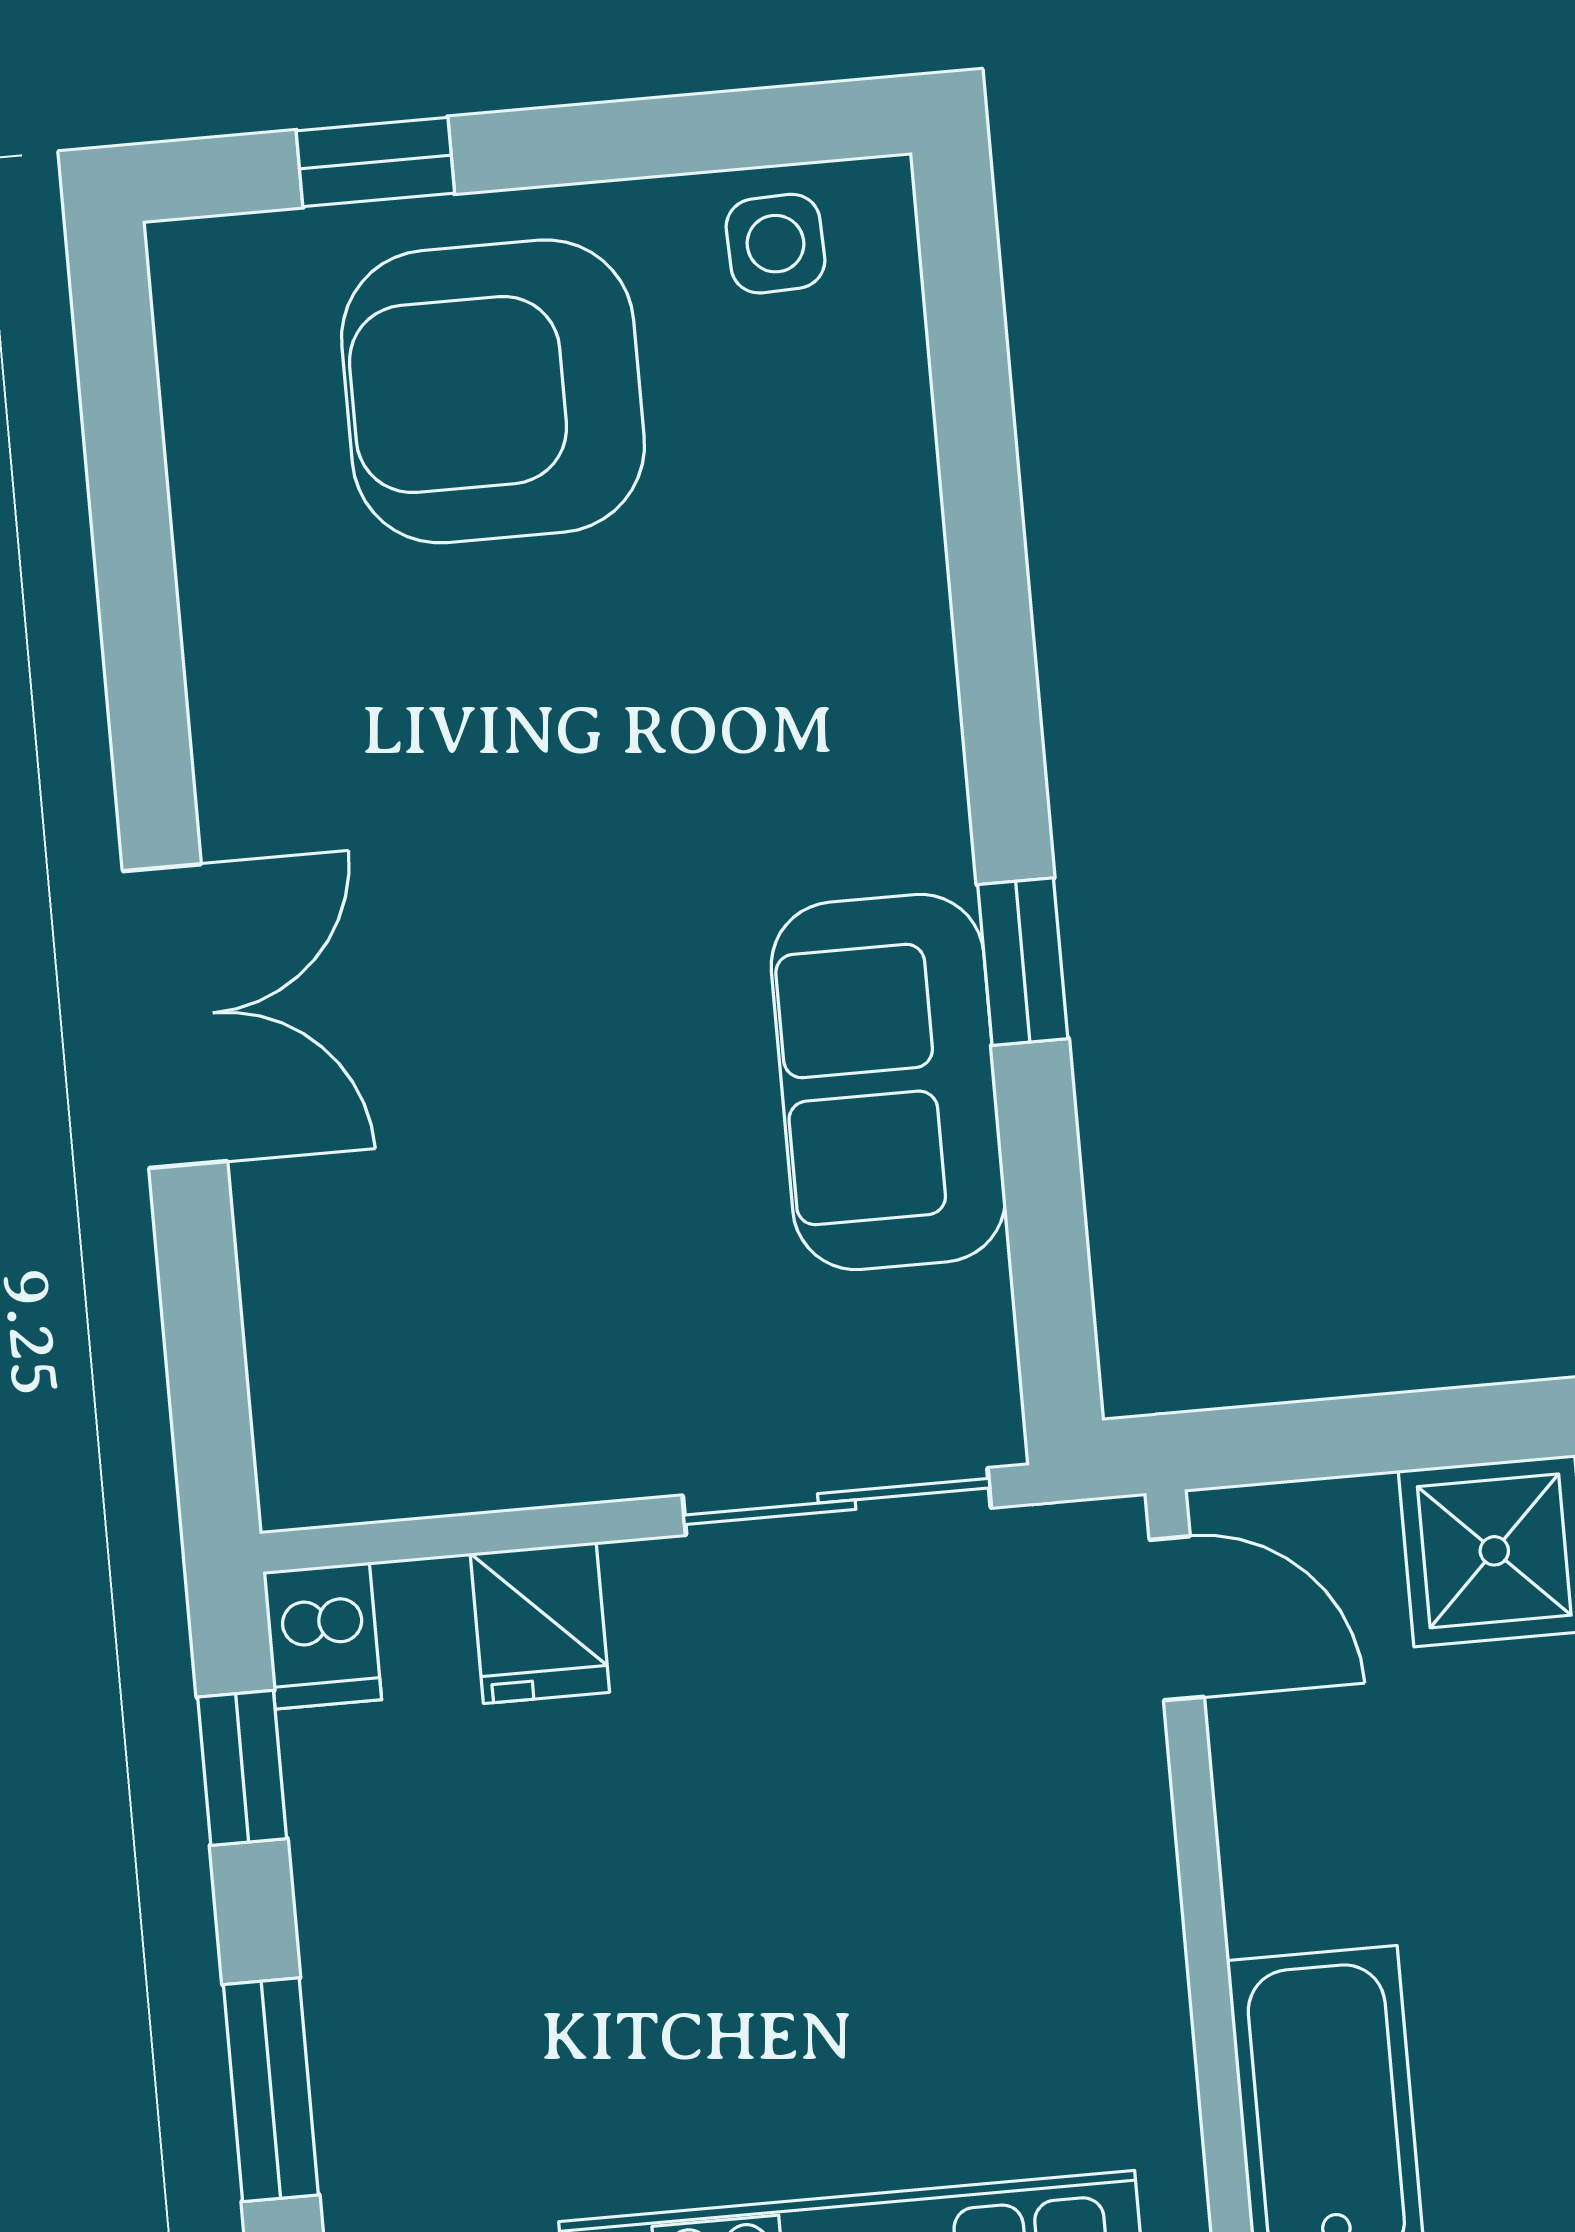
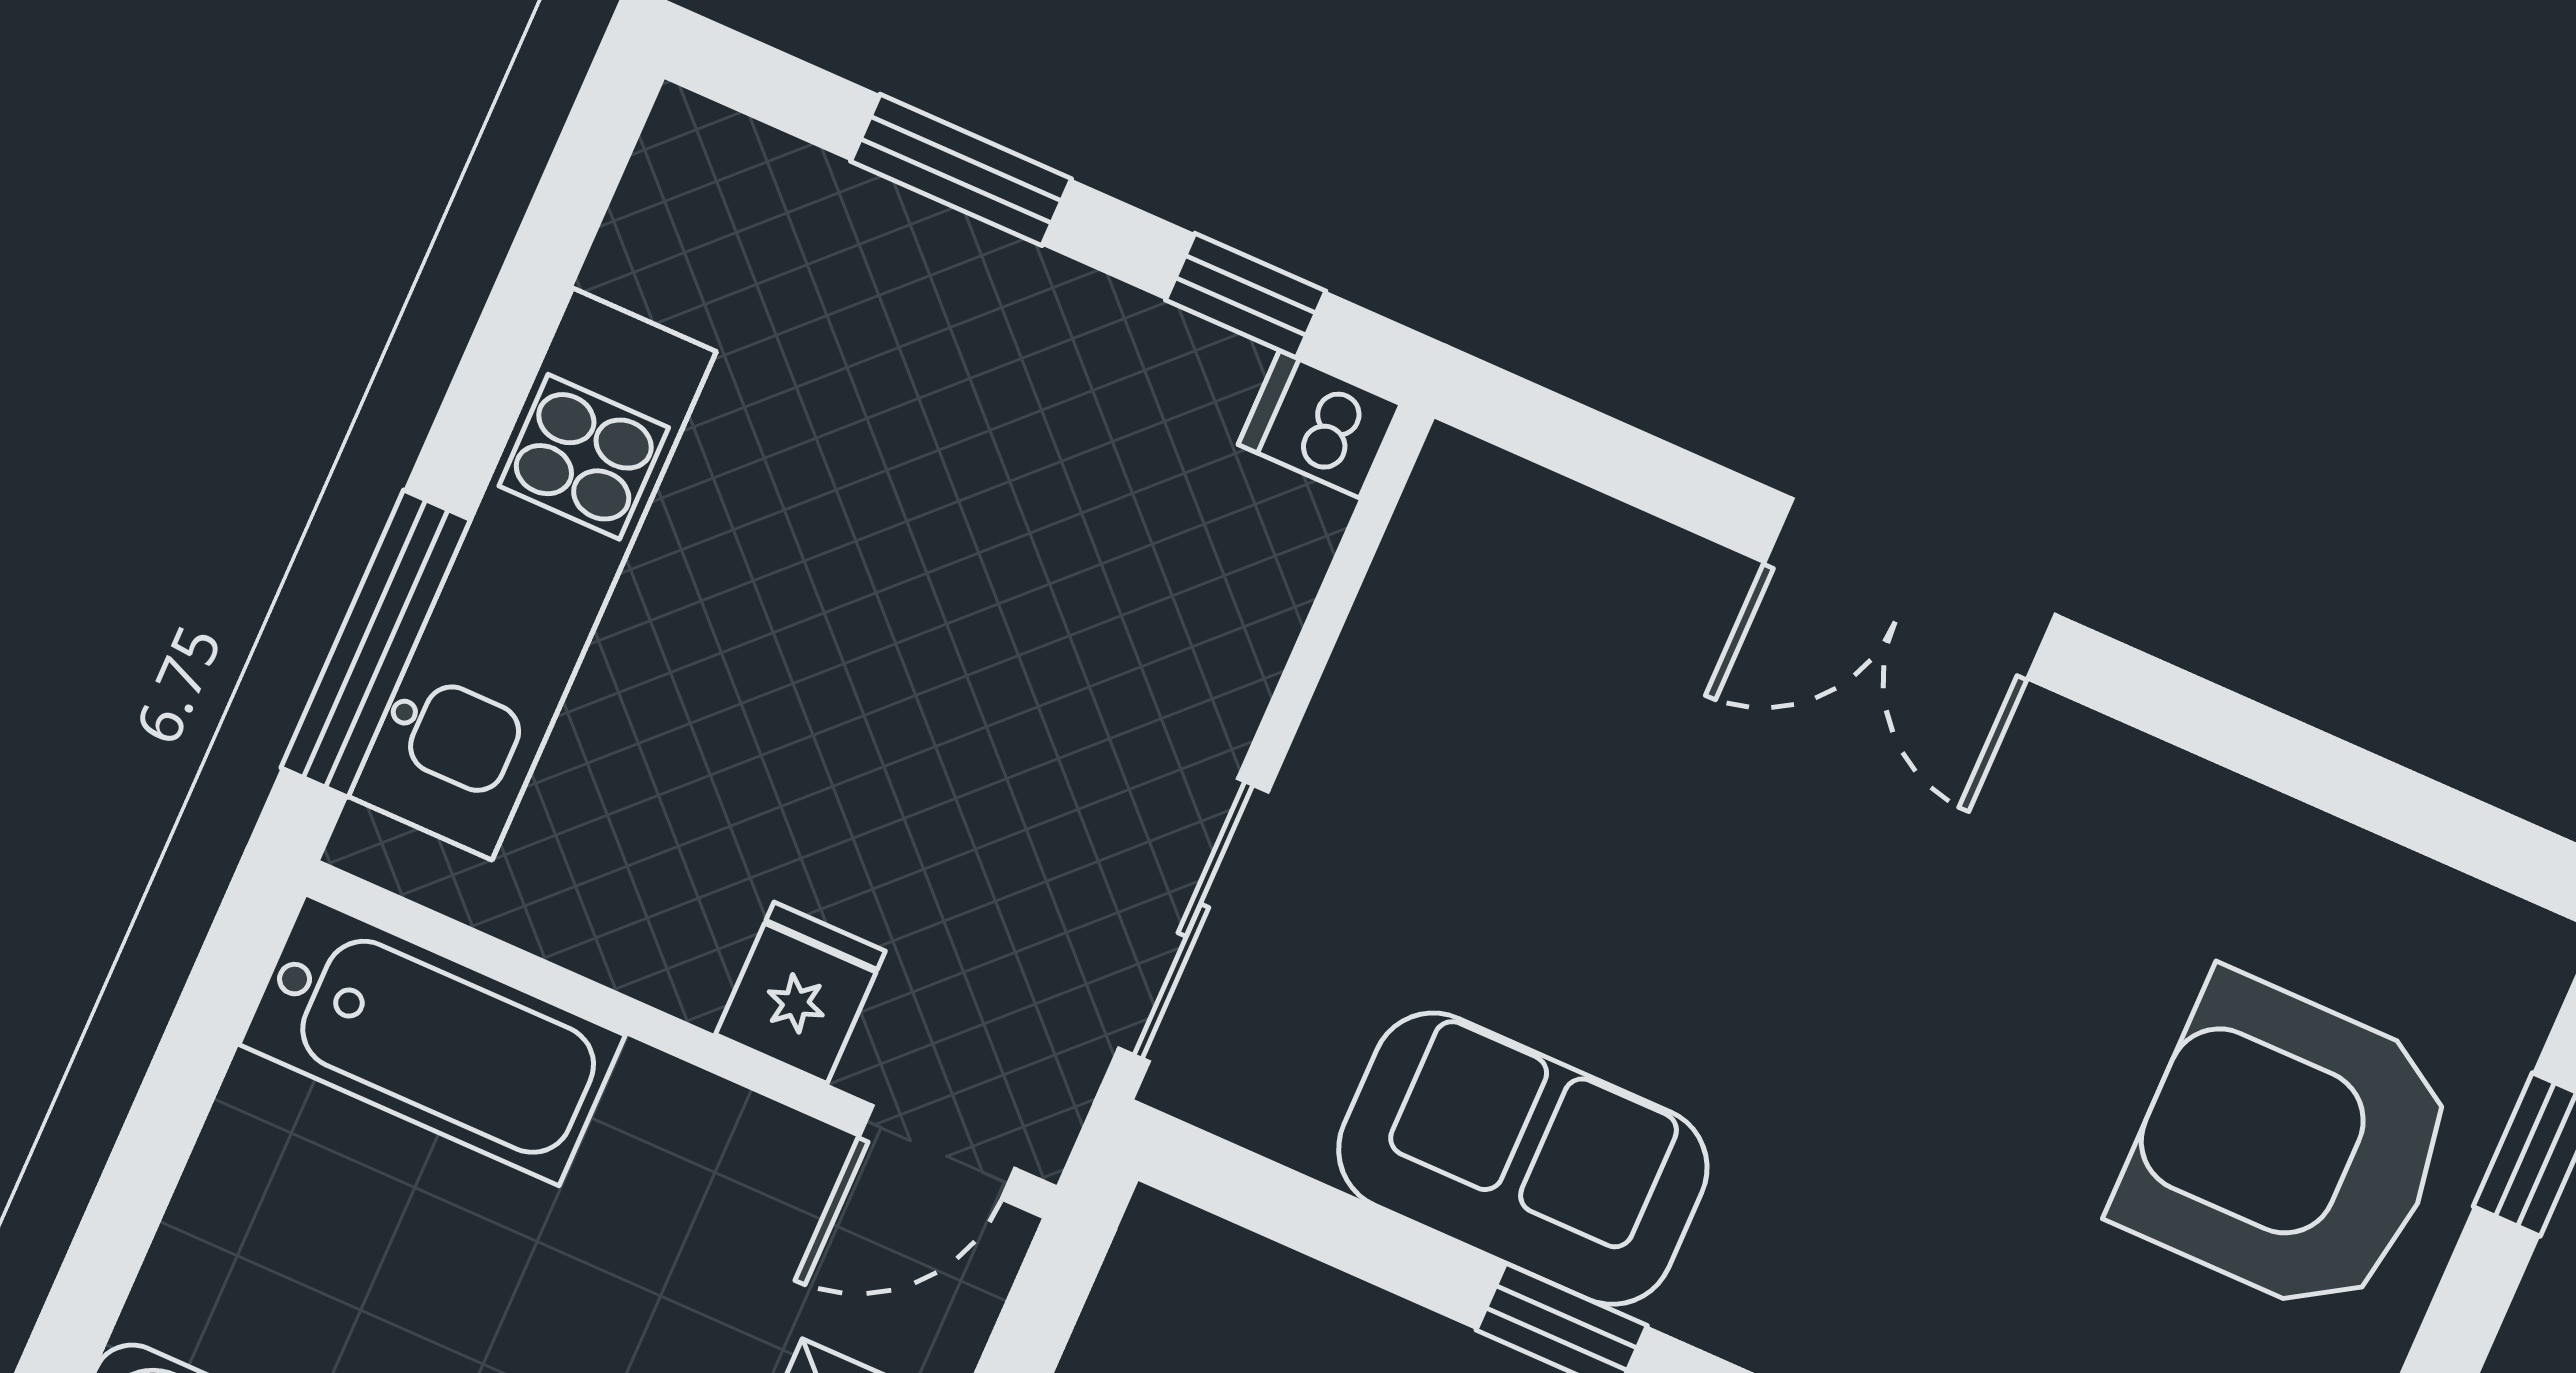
armchair: (493, 391) -> (2288, 1147), turned -90
fridge: (540, 1623) -> (800, 993), moved, turned 90

